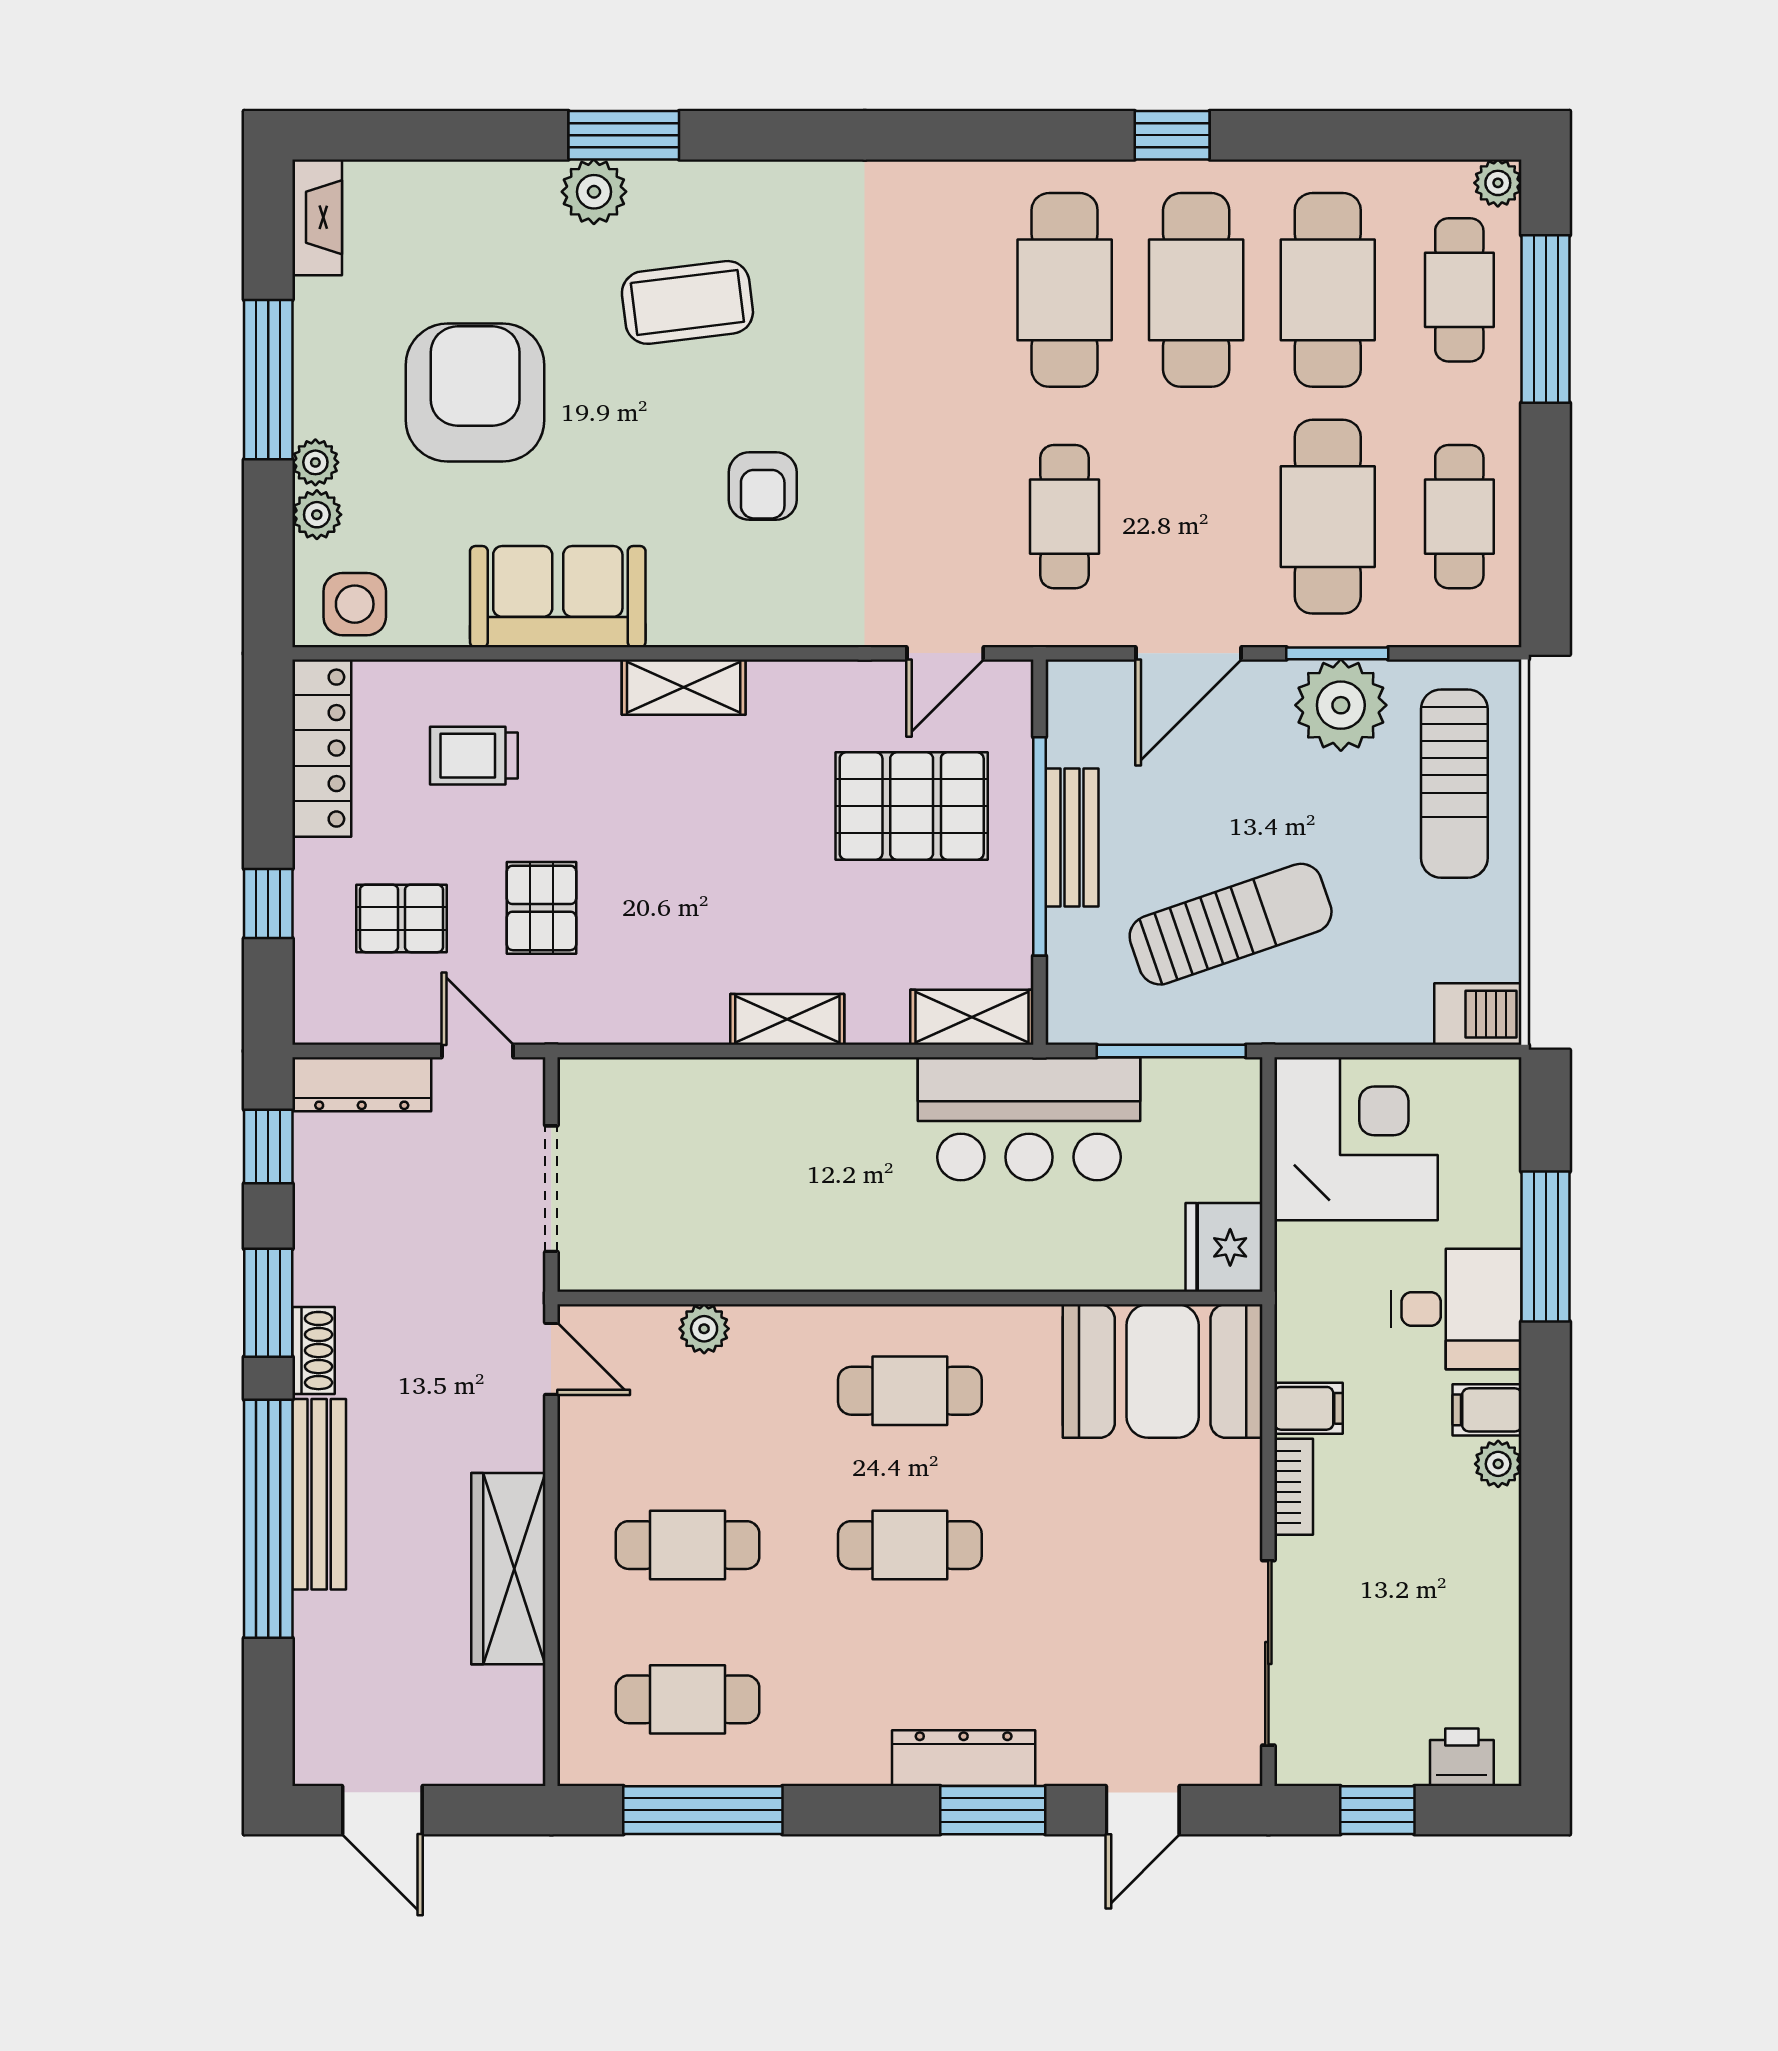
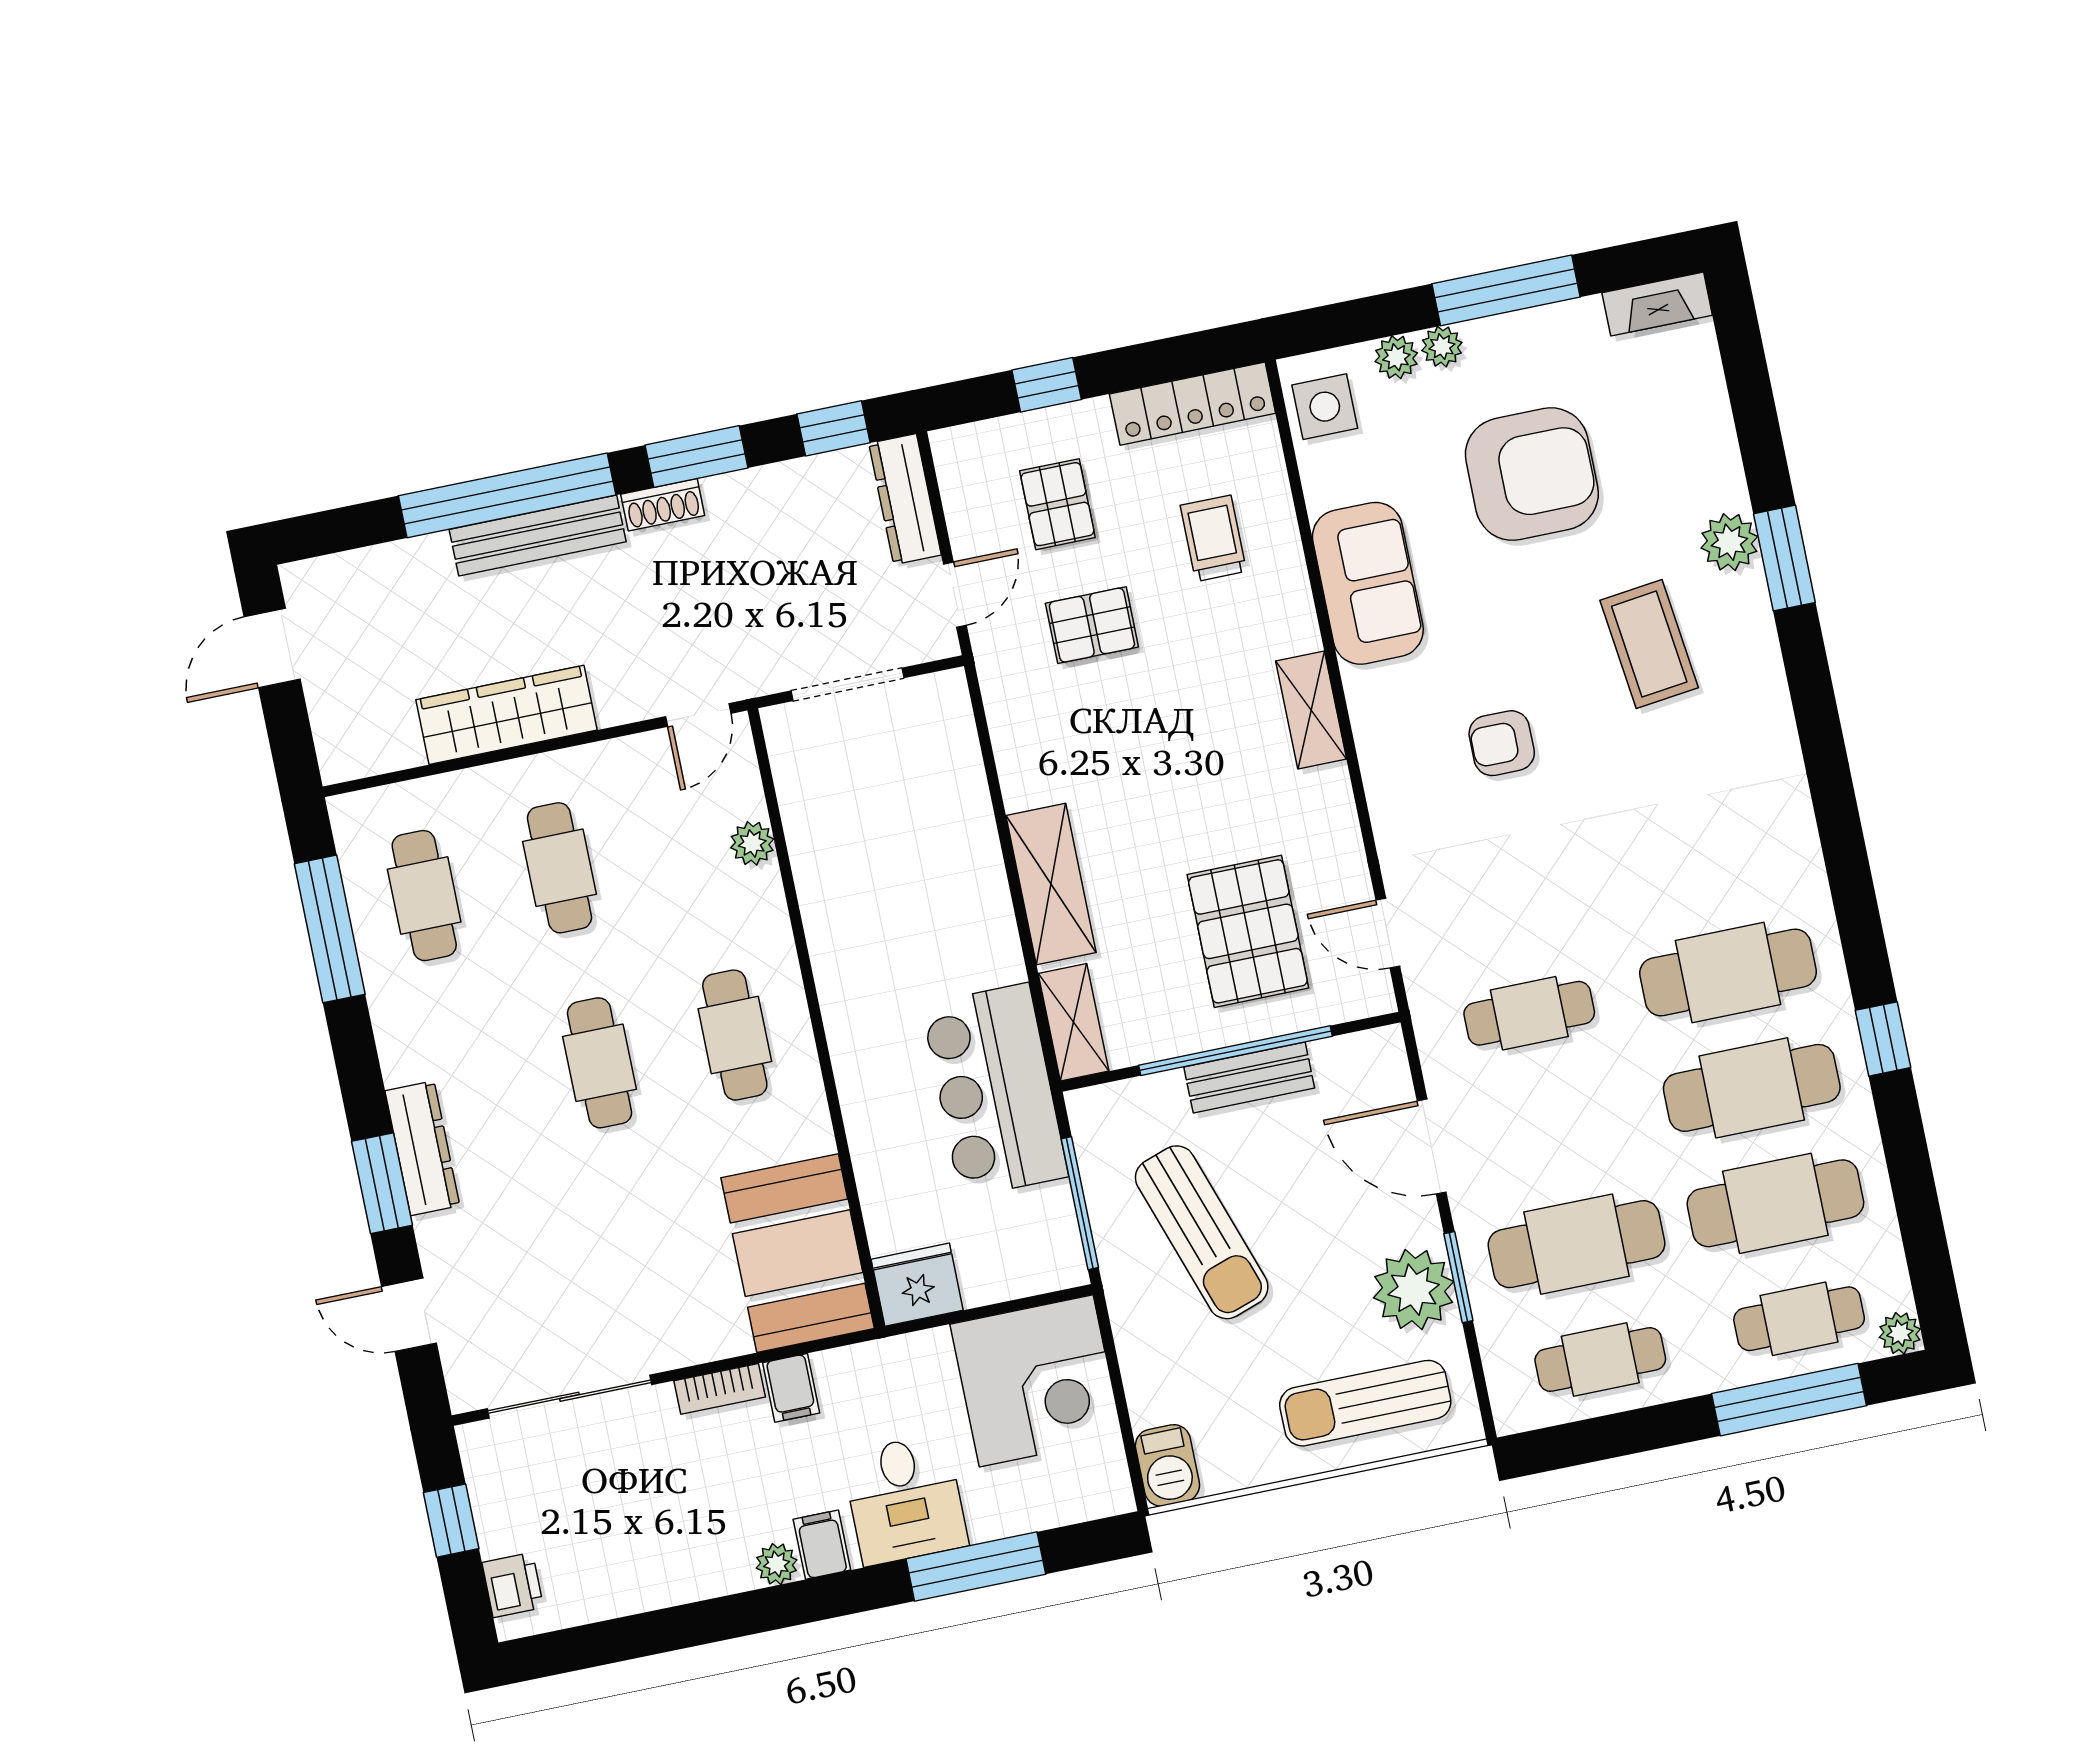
shelving: (787, 1019) -> (1051, 884), width x1.50, depth x1.33

